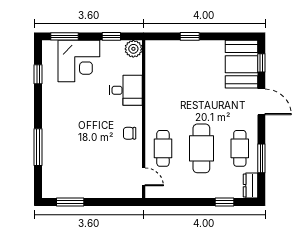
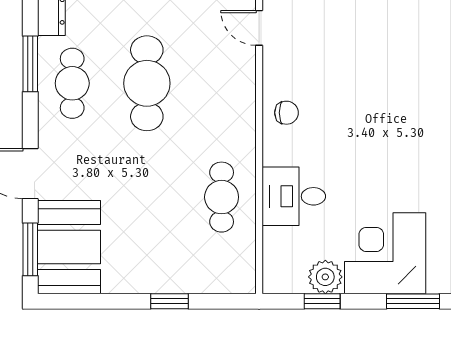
plant: (133, 49) -> (325, 277), moved
window: (261, 63) -> (30, 249), width x1.50
cafe table: (163, 148) -> (222, 197), moved

